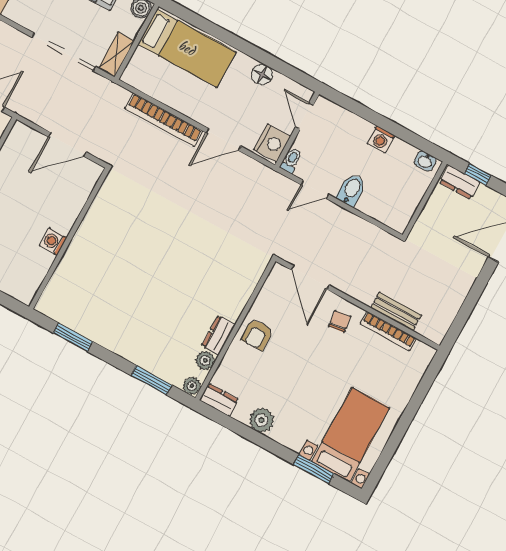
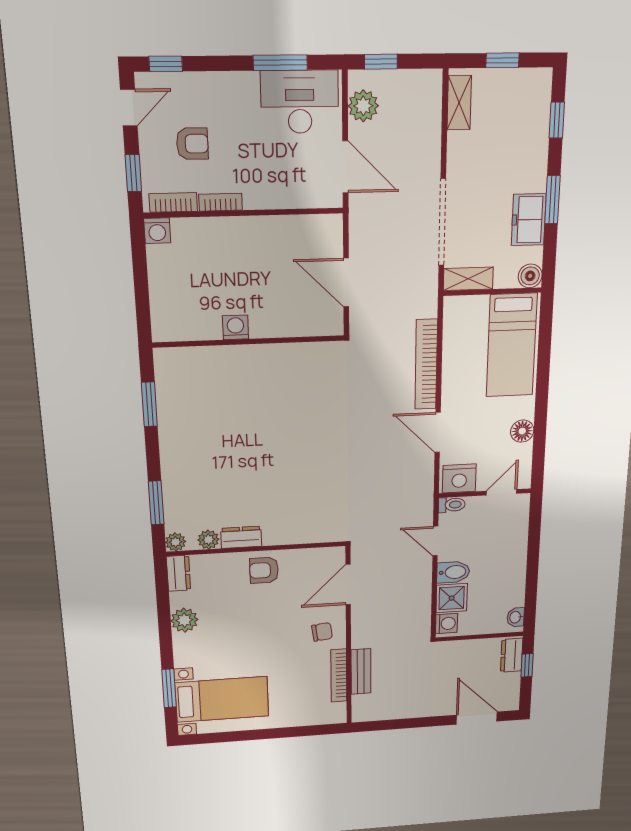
washing machine: (381, 139) -> (447, 624), moved, turned 180
shower: (374, 203) -> (452, 598), added

